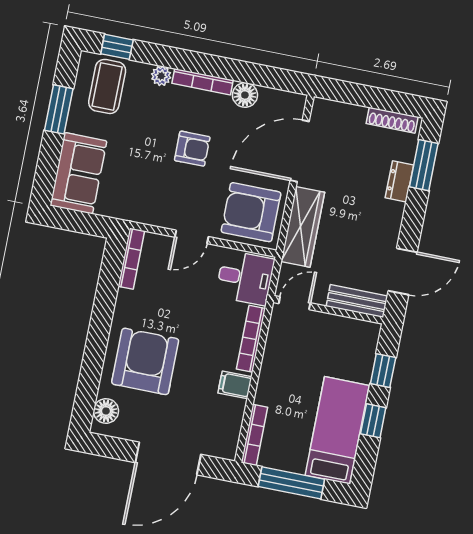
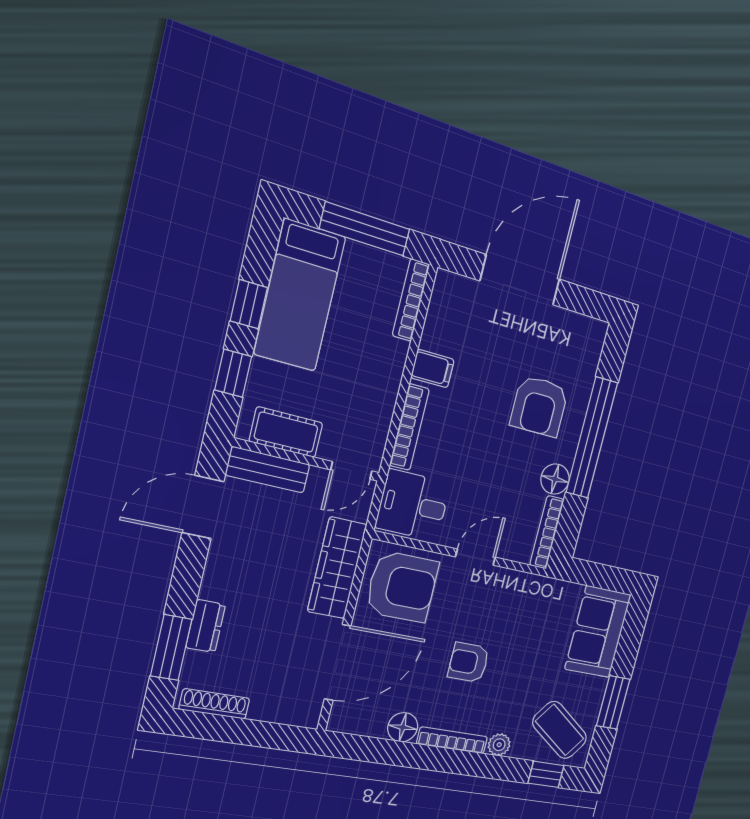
coffee table: (107, 86) -> (560, 730), turned -54
cot: (344, 330) -> (286, 432), added
window: (97, 339) -> (592, 438), added
armchair: (145, 361) -> (539, 406), width x0.73, depth x0.73
floor lamp: (106, 411) -> (555, 479), moved

